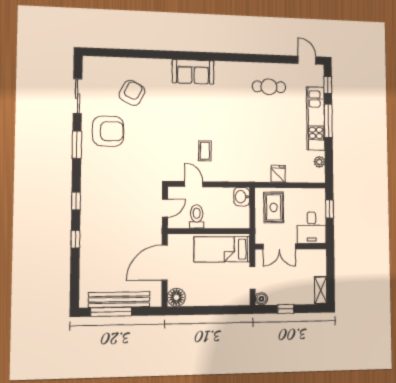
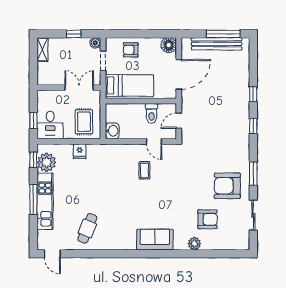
plant: (147, 66) -> (194, 244), added
window: (328, 85) -> (33, 160), moved
cafe table: (269, 87) -> (87, 228), turned -68
armchair: (132, 93) -> (207, 219), turned -117
plant: (319, 162) -> (47, 162), width x1.87, depth x1.87
desk: (312, 228) -> (50, 125), moved, turned 180
armchair: (221, 291) -> (131, 50), added

